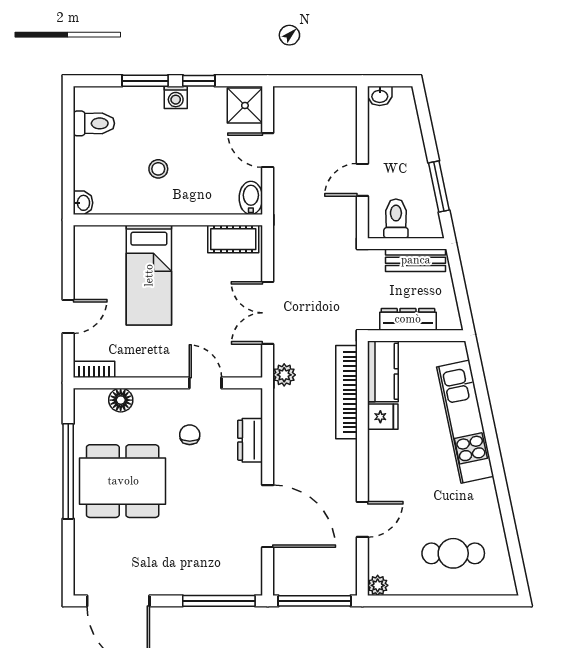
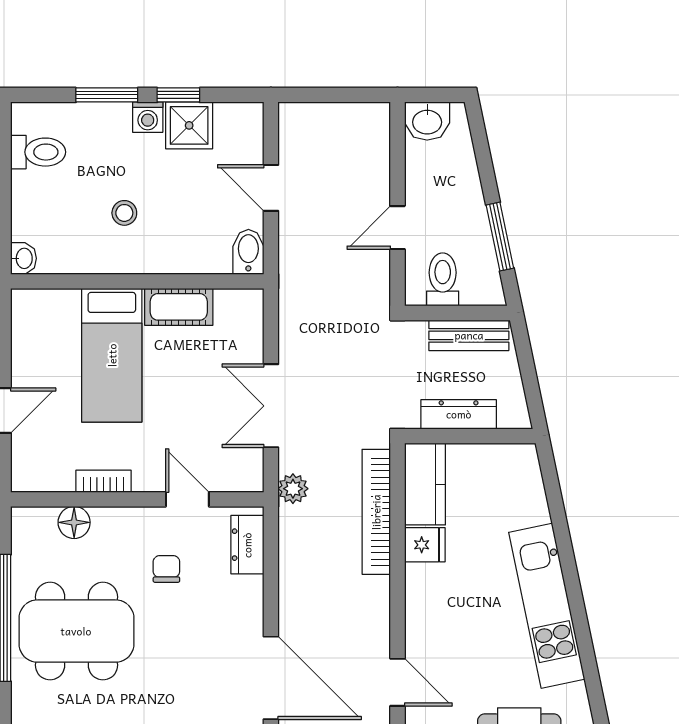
washbasin: (380, 96) -> (427, 121), width x1.38, depth x1.45
shower: (245, 105) -> (189, 125), moved
cot: (233, 239) -> (179, 307), moved
bookcase: (94, 369) -> (104, 481), moved
kitchen unit: (465, 422) -> (547, 606), moved
dresser: (250, 440) -> (247, 545), moved
door: (362, 519) -> (398, 682), hinge flipped

